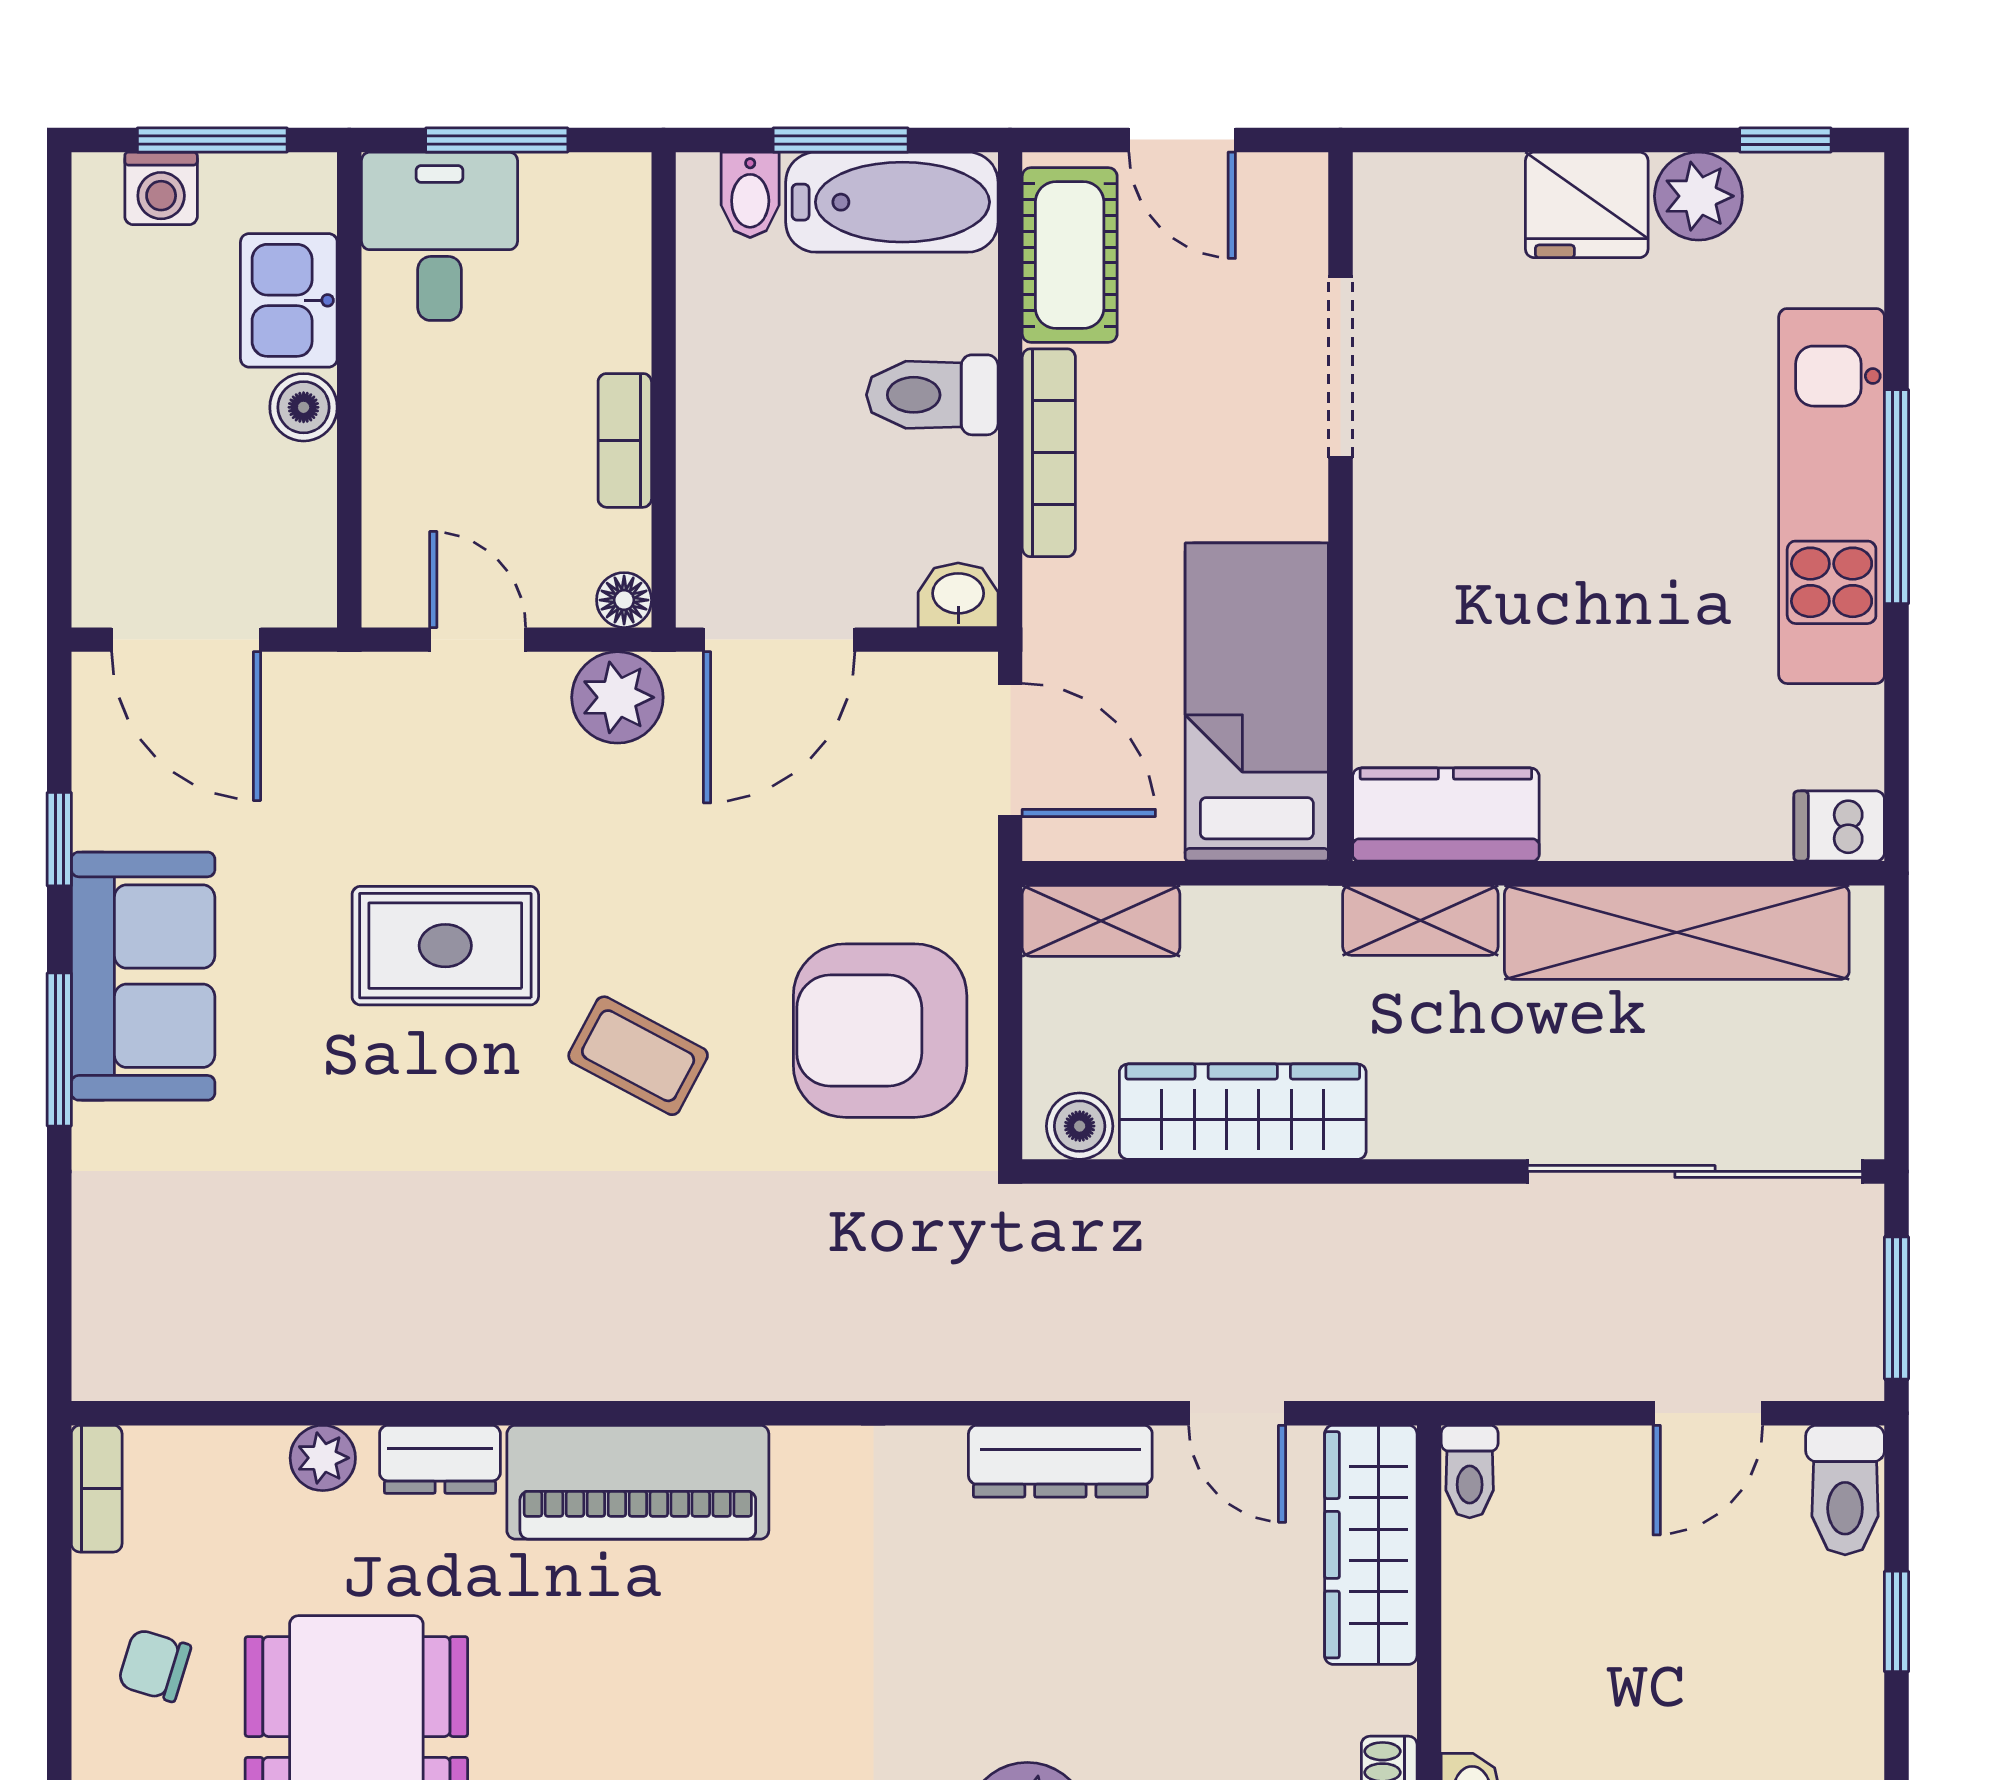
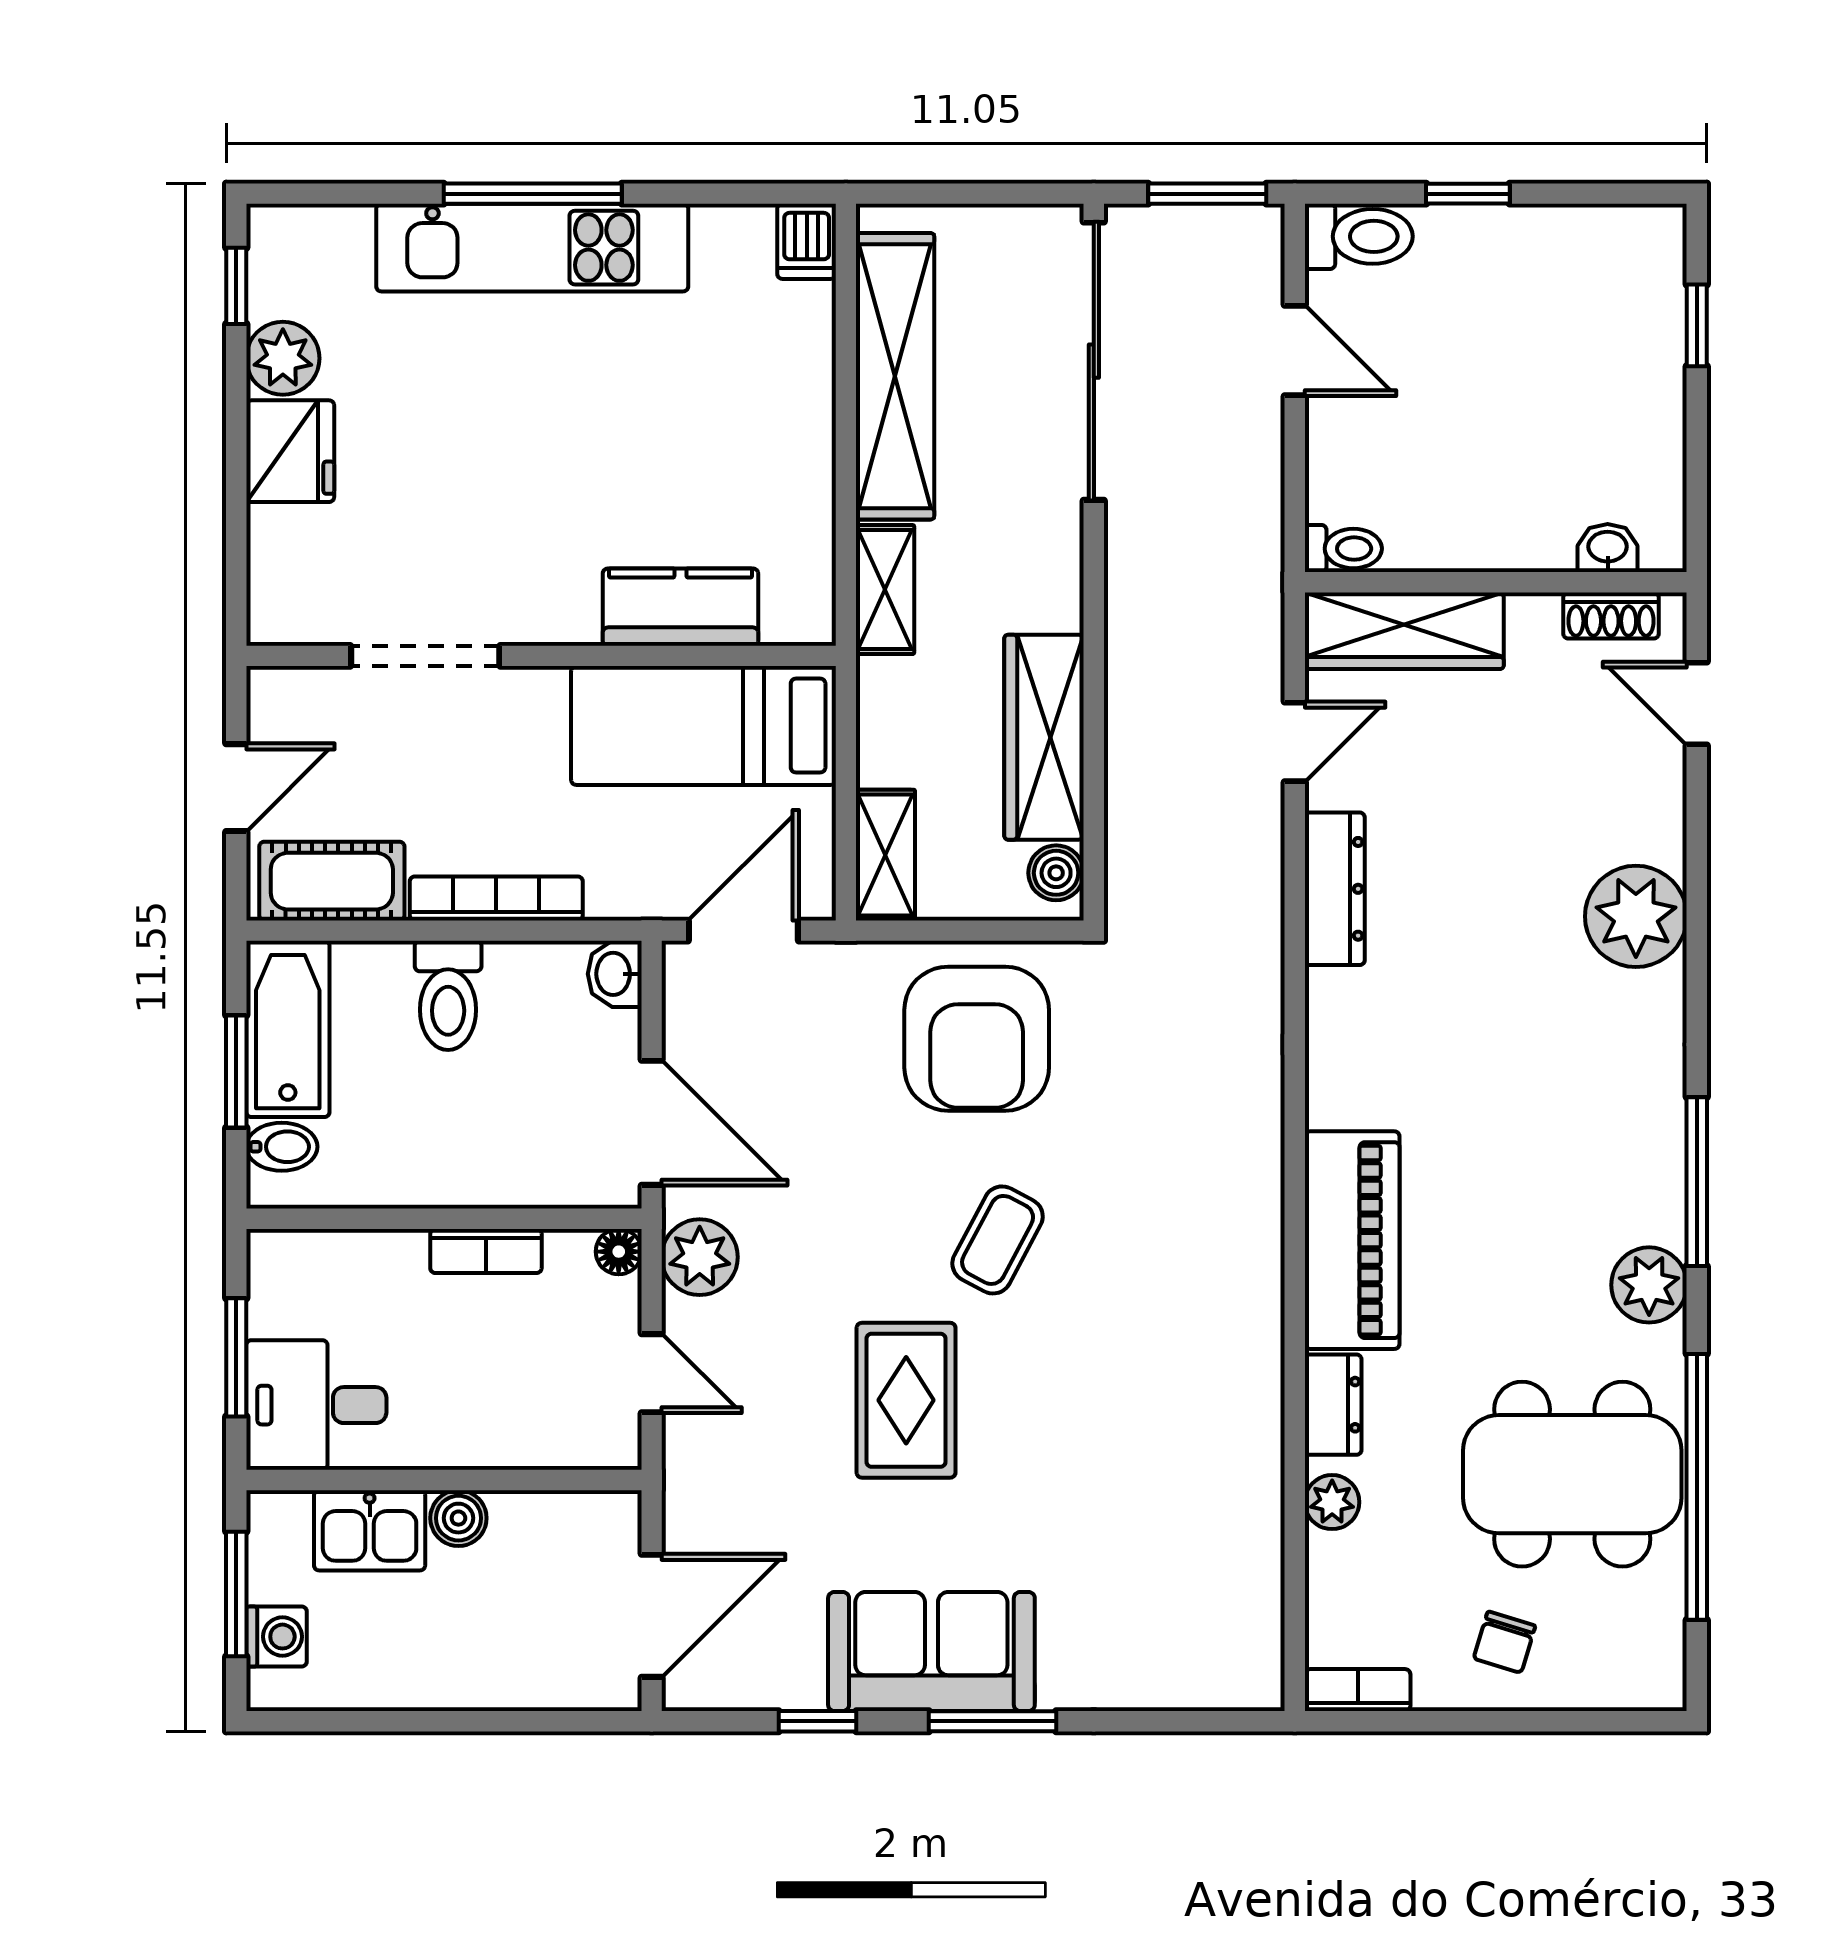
door: (478, 640) -> (652, 1373), swing flipped
kitchen counter: (1446, 815) -> (680, 607), moved, turned 90

